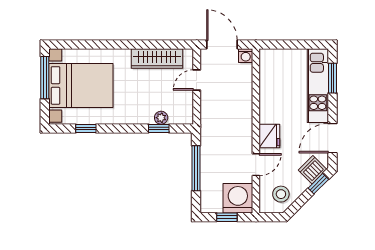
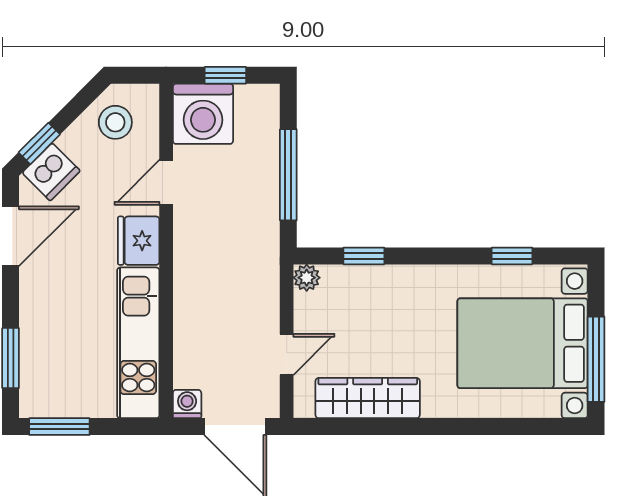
window: (308, 45) -> (59, 427), added
kitchen unit: (318, 86) -> (138, 343), moved, turned 180
plant: (161, 118) -> (307, 278), moved

